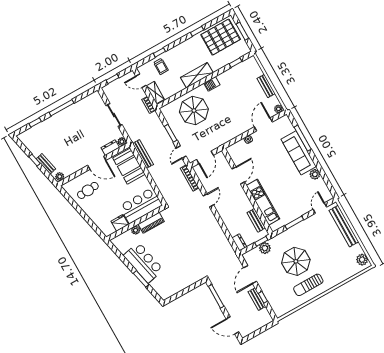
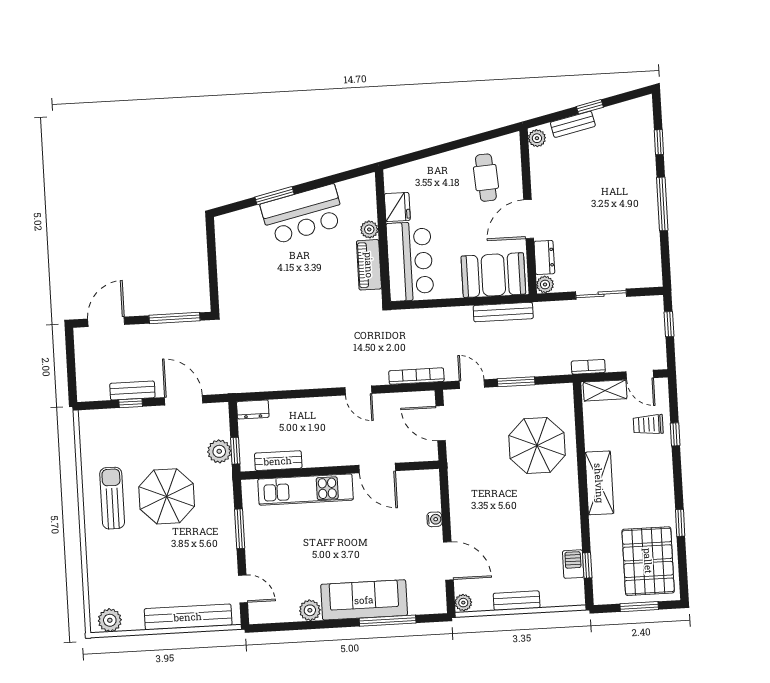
door: (141, 81) -> (640, 375), swing flipped
barbecue: (212, 84) -> (573, 564), moved

